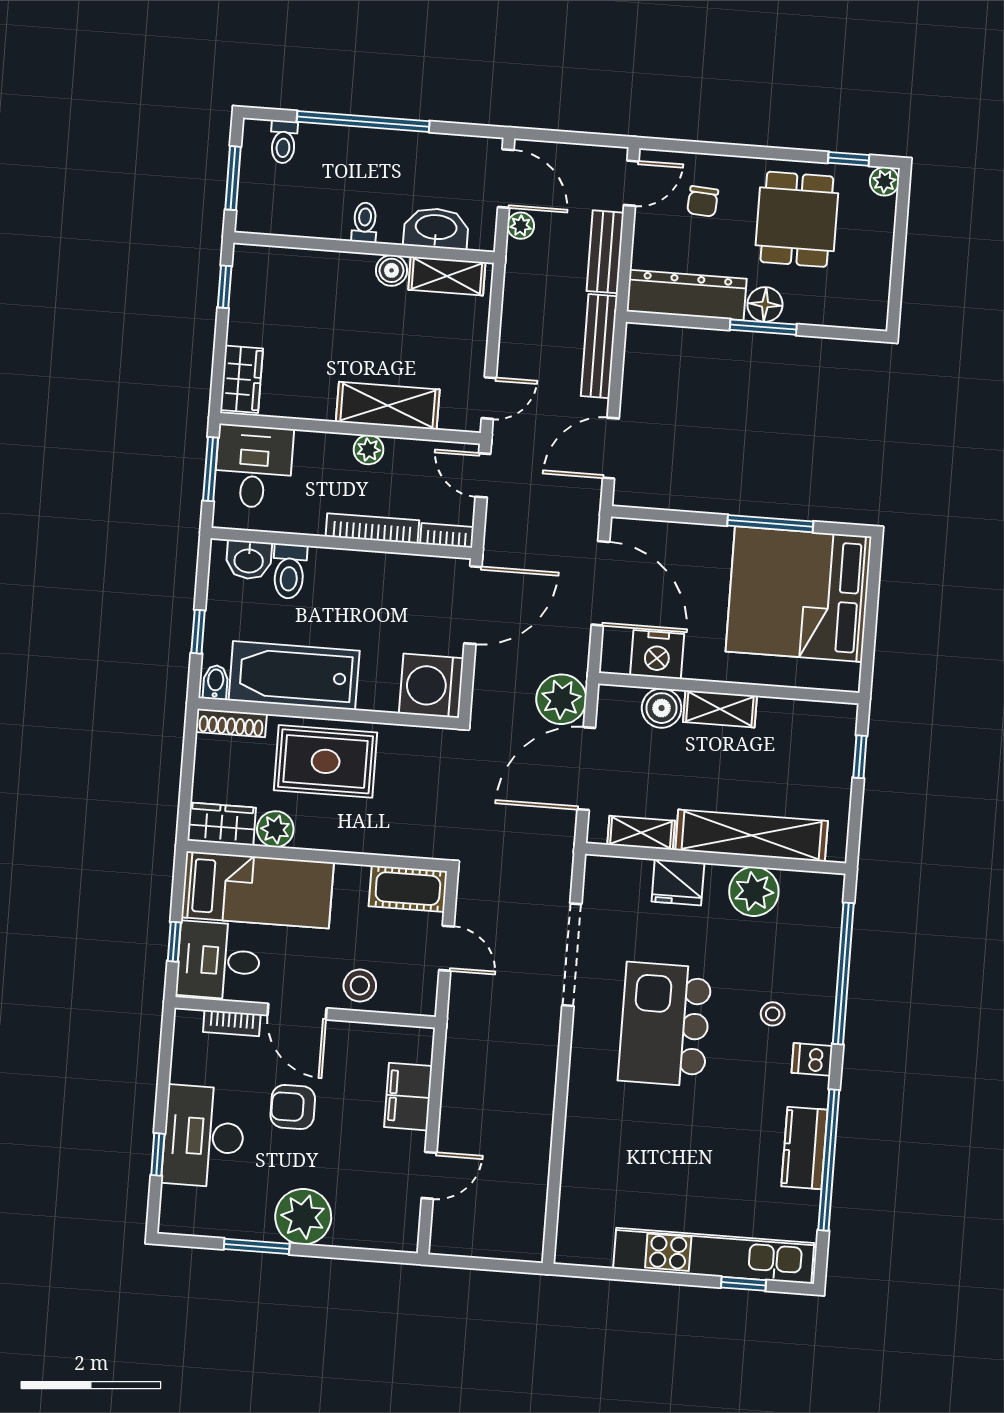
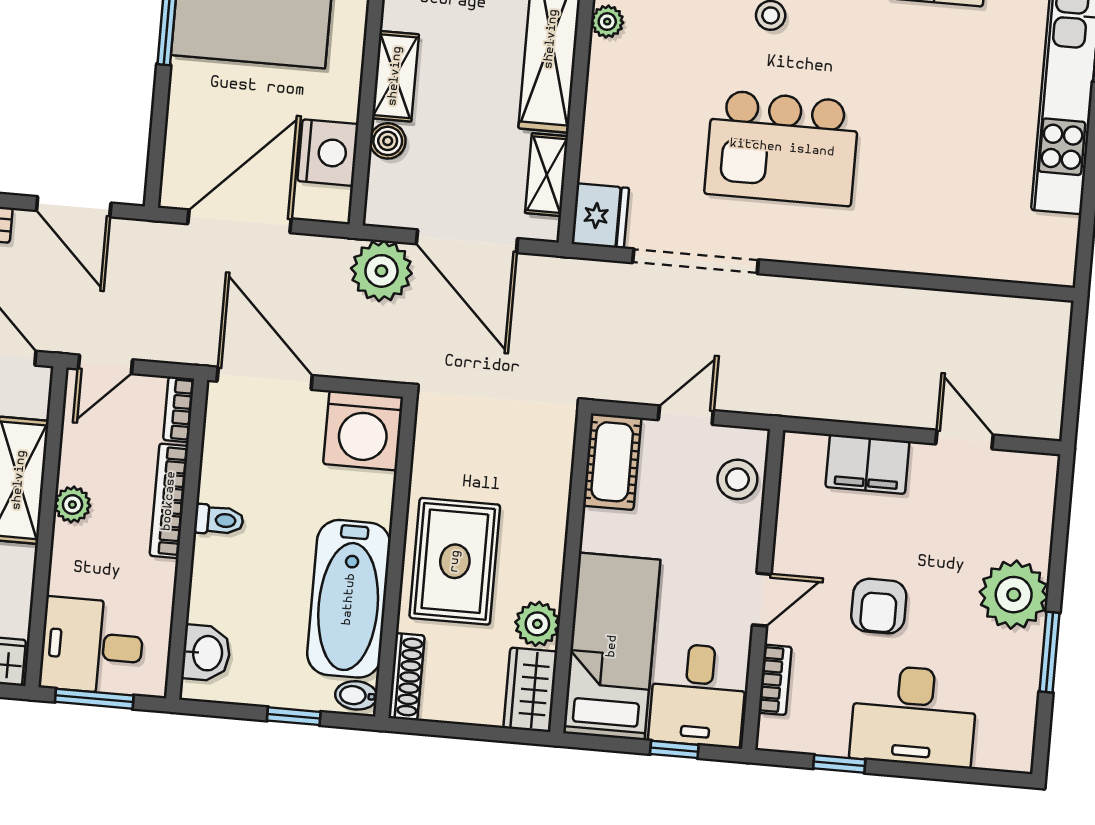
toilet: (289, 571) -> (219, 520), moved, width x0.73, depth x0.72
boiler: (662, 708) -> (388, 141), width x0.73, depth x0.73
fridge: (678, 882) -> (600, 216), moved
plant: (754, 891) -> (607, 22), width x0.53, depth x0.53
stool: (360, 986) -> (737, 479), moved
door: (297, 1012) -> (762, 600), width x0.73
window: (158, 1154) -> (839, 764), moved

